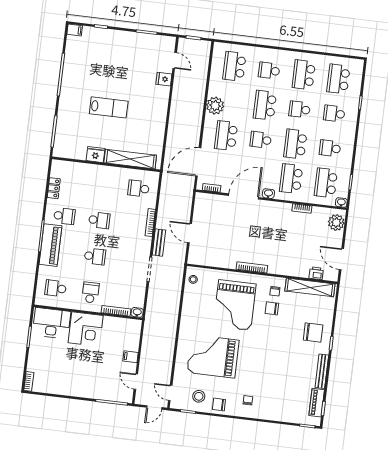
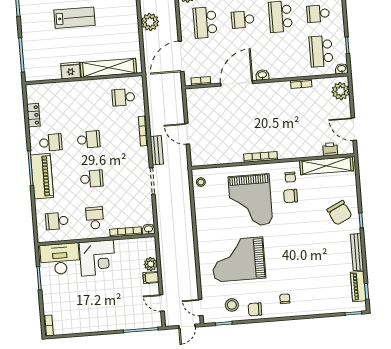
plant: (176, 125) -> (150, 22), added
school desk: (291, 179) -> (283, 54), removed
chair: (313, 333) -> (340, 213), turned 64
plant: (133, 344) -> (151, 264), added

